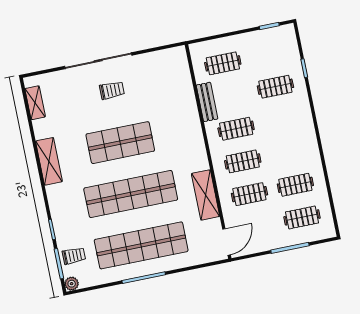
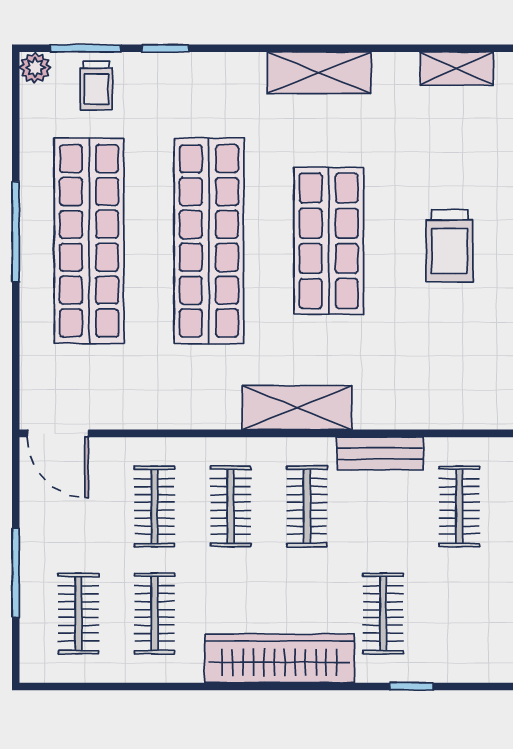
trolley: (112, 90) -> (450, 246), width x1.36, depth x1.39
wardrobe: (304, 127) -> (279, 658), added
shelving: (206, 195) -> (297, 408), moved

